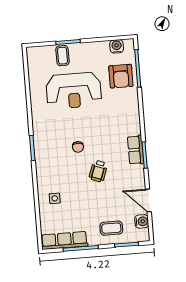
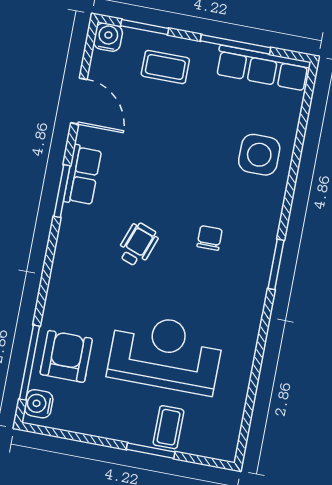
water cooler: (117, 46) -> (39, 404), moved, turned 90
chair: (78, 147) -> (210, 238), moved
row of seats: (136, 150) -> (83, 175), moved
wheelchair: (98, 171) -> (138, 245), moved
side table: (55, 198) -> (259, 155), width x1.87, depth x1.87
water cooler: (142, 221) -> (108, 37), moved, turned 90

